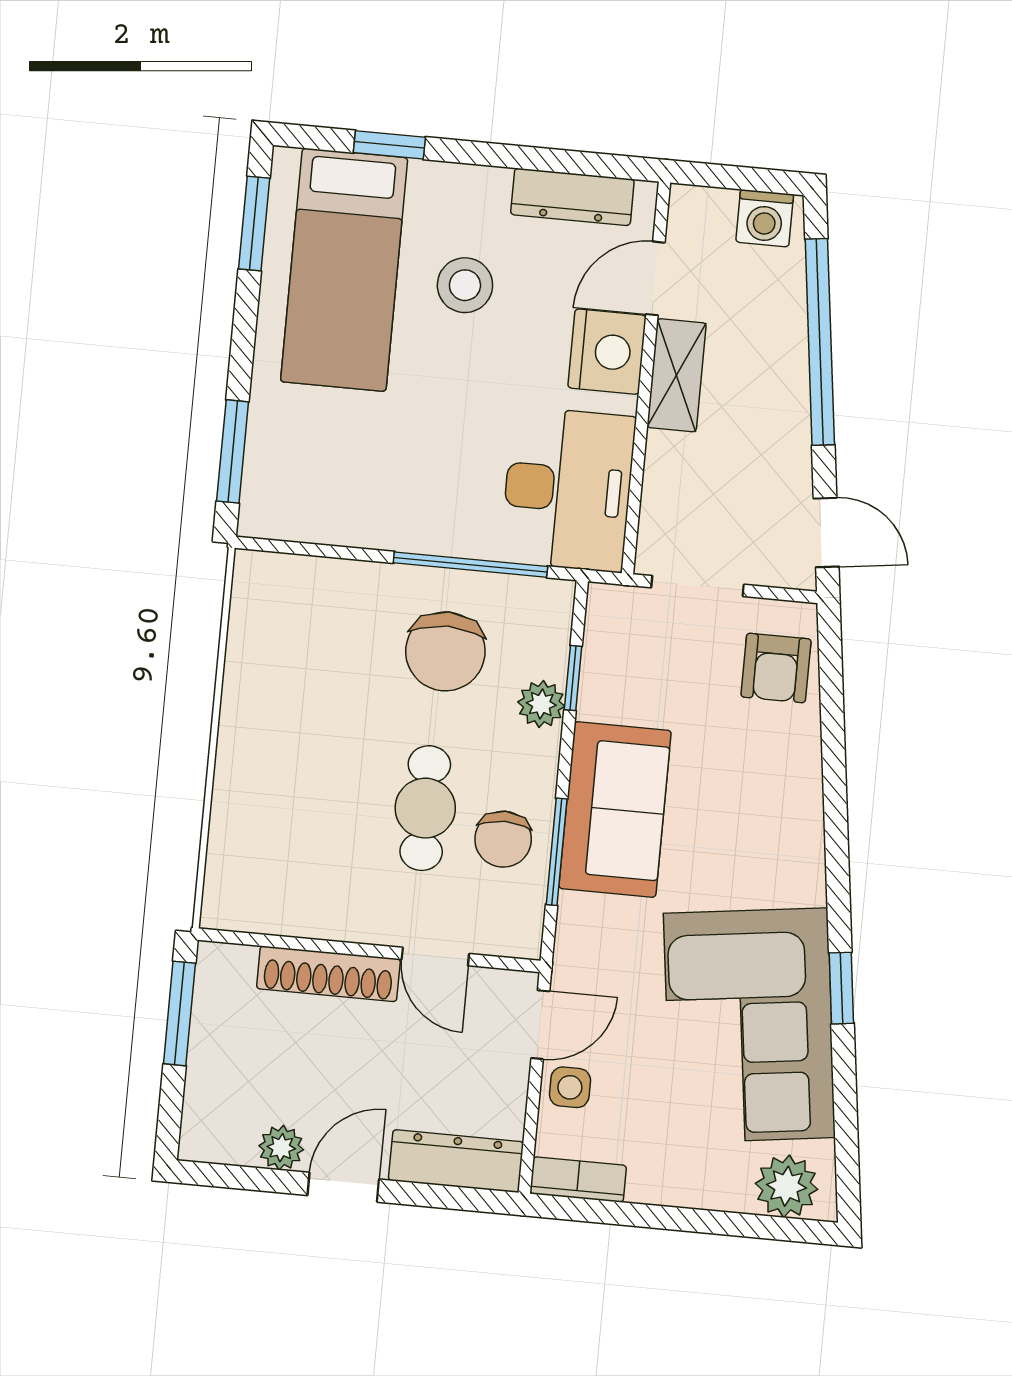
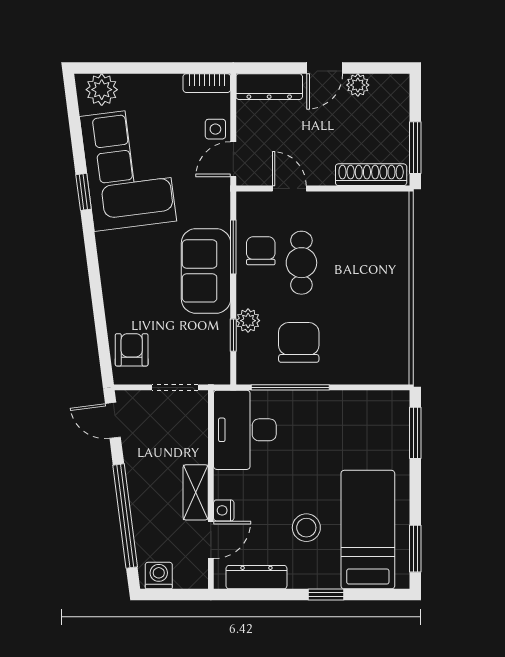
window: (389, 145) -> (326, 595), moved
nightstand: (607, 352) -> (224, 510), width x0.53, depth x0.56
shoe rack: (328, 974) -> (371, 175), moved

